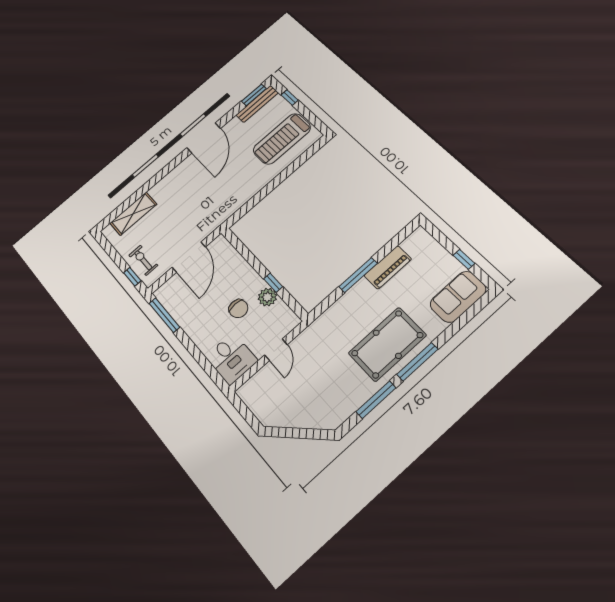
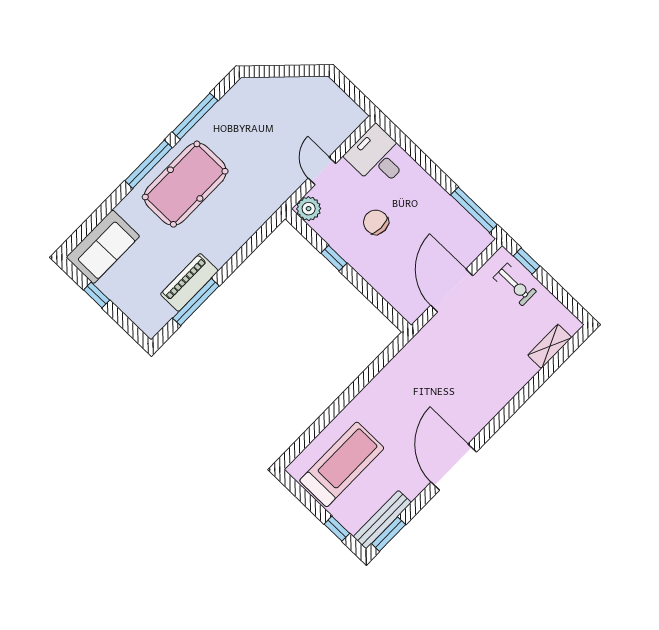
shelving: (133, 214) -> (550, 346), width x0.67, depth x0.75
window: (358, 275) -> (196, 302), moved
plant: (267, 297) -> (309, 209), moved

